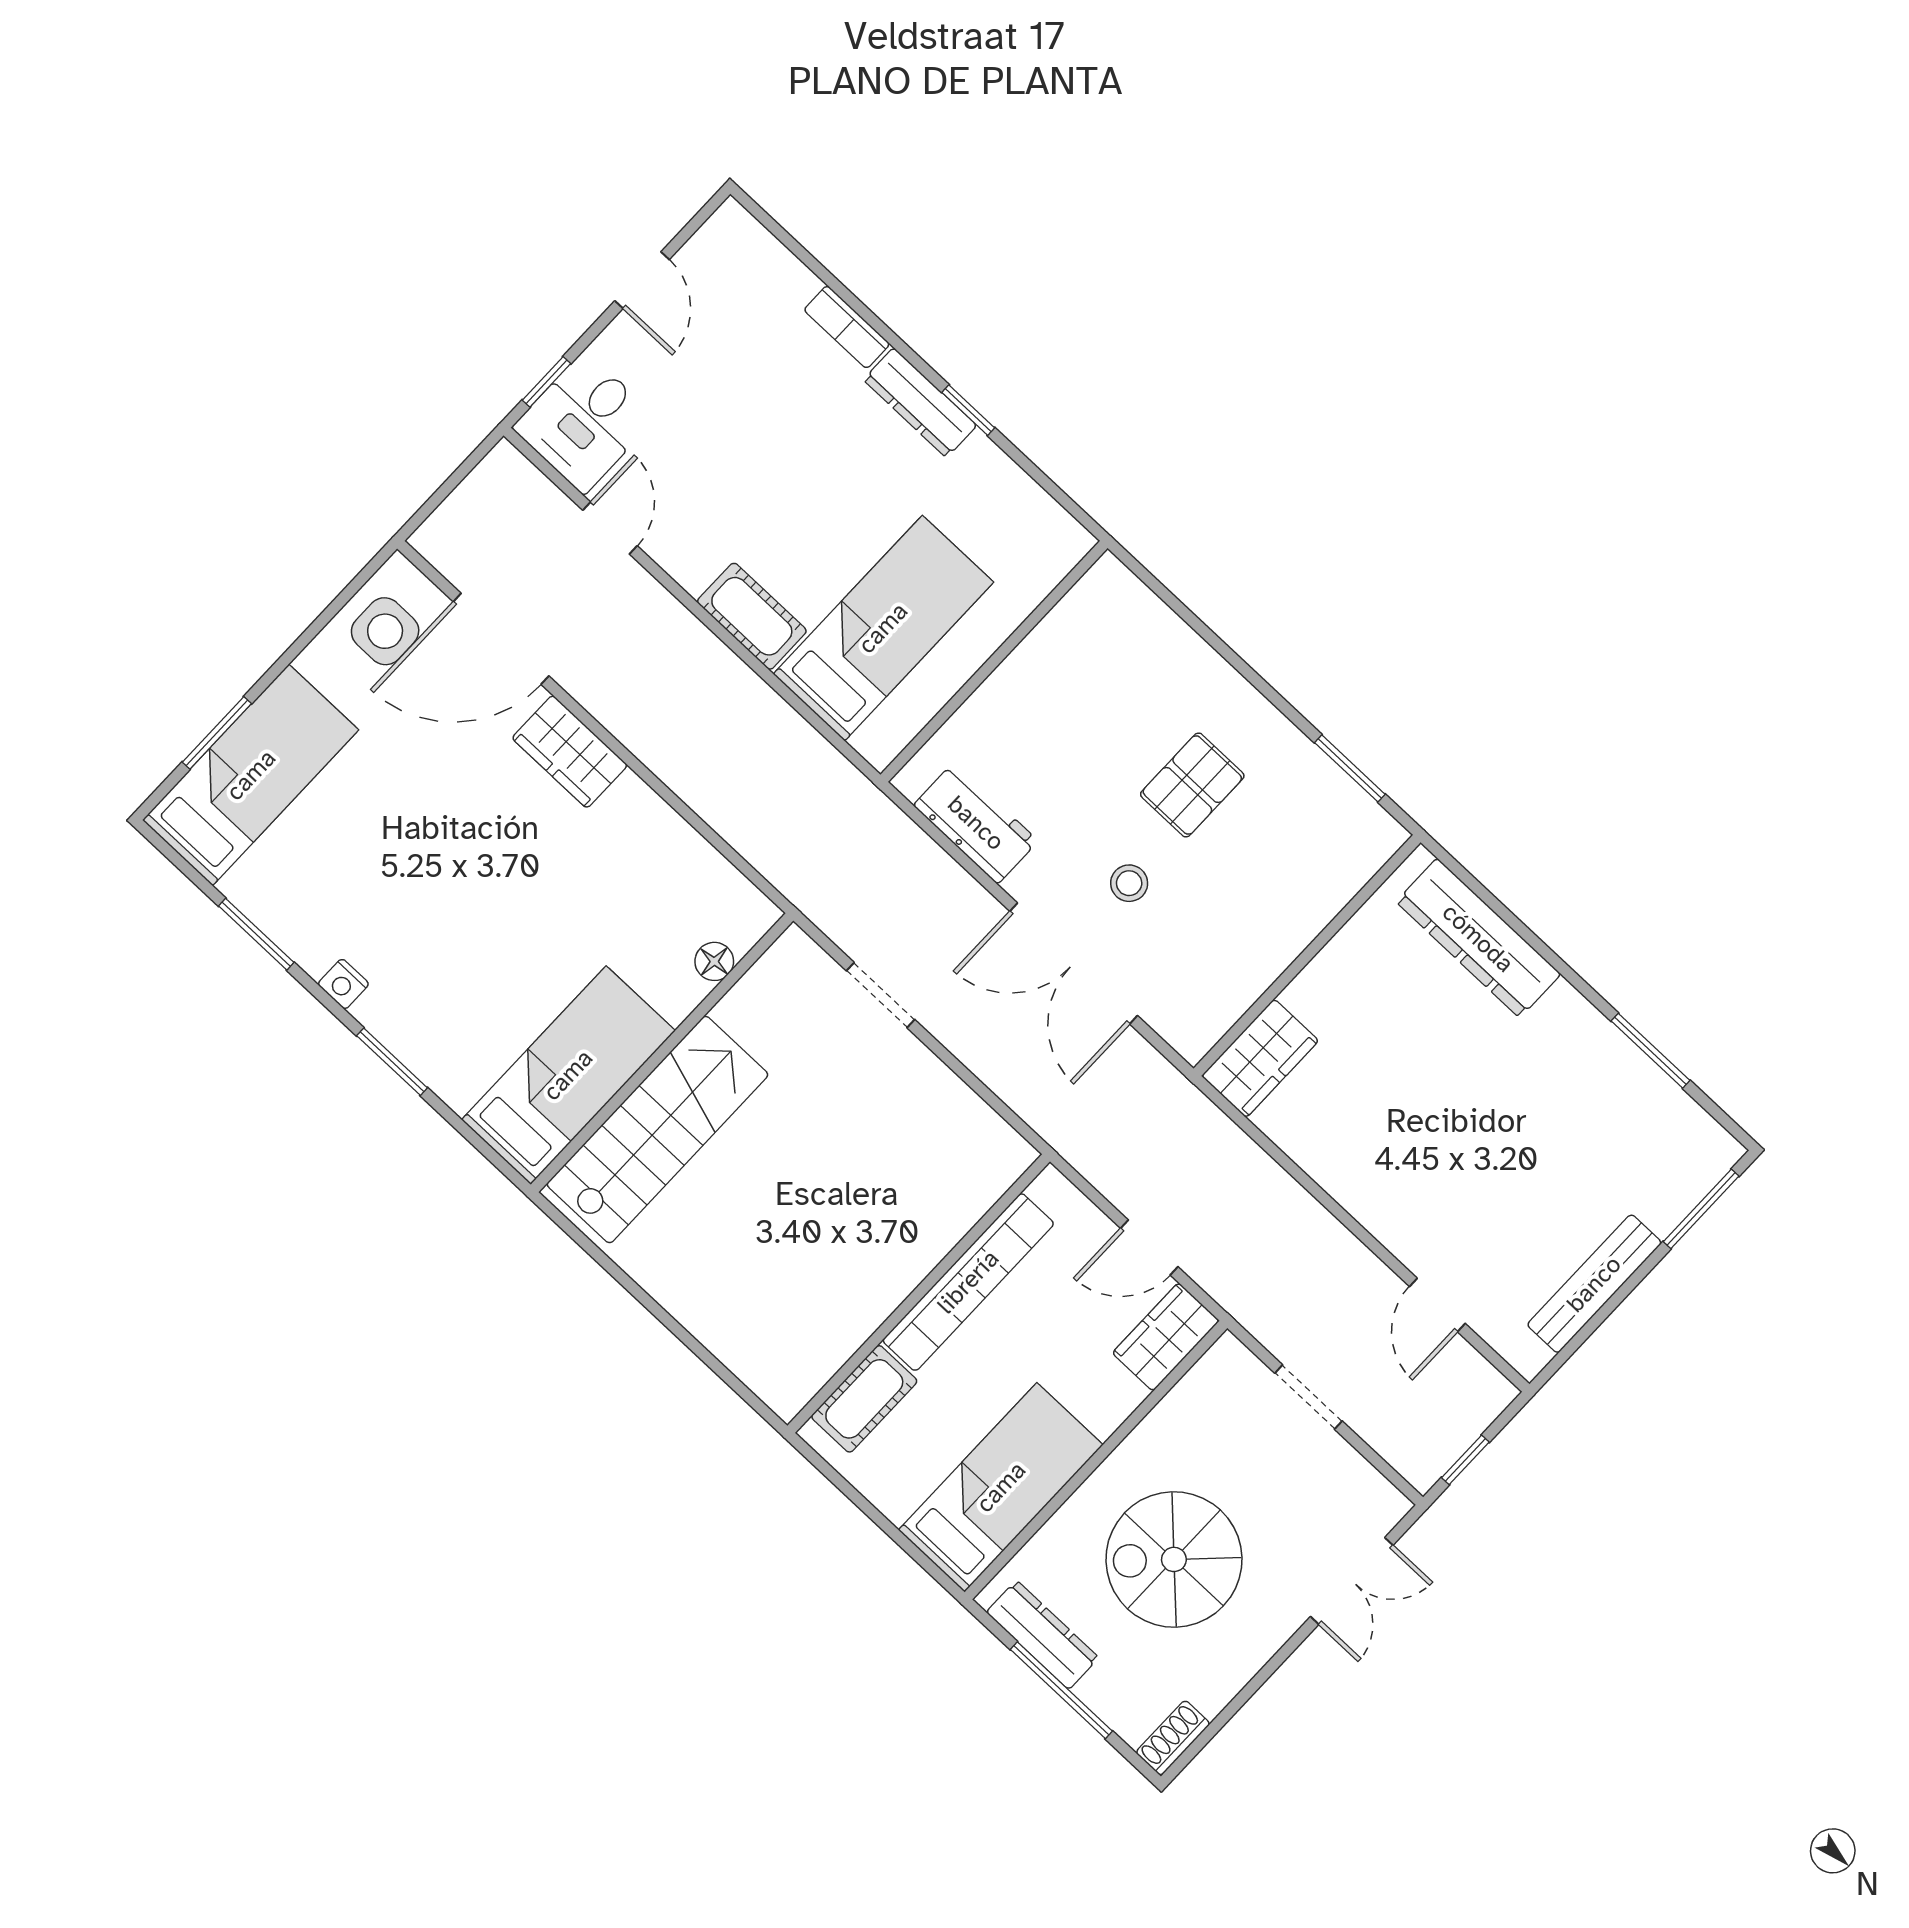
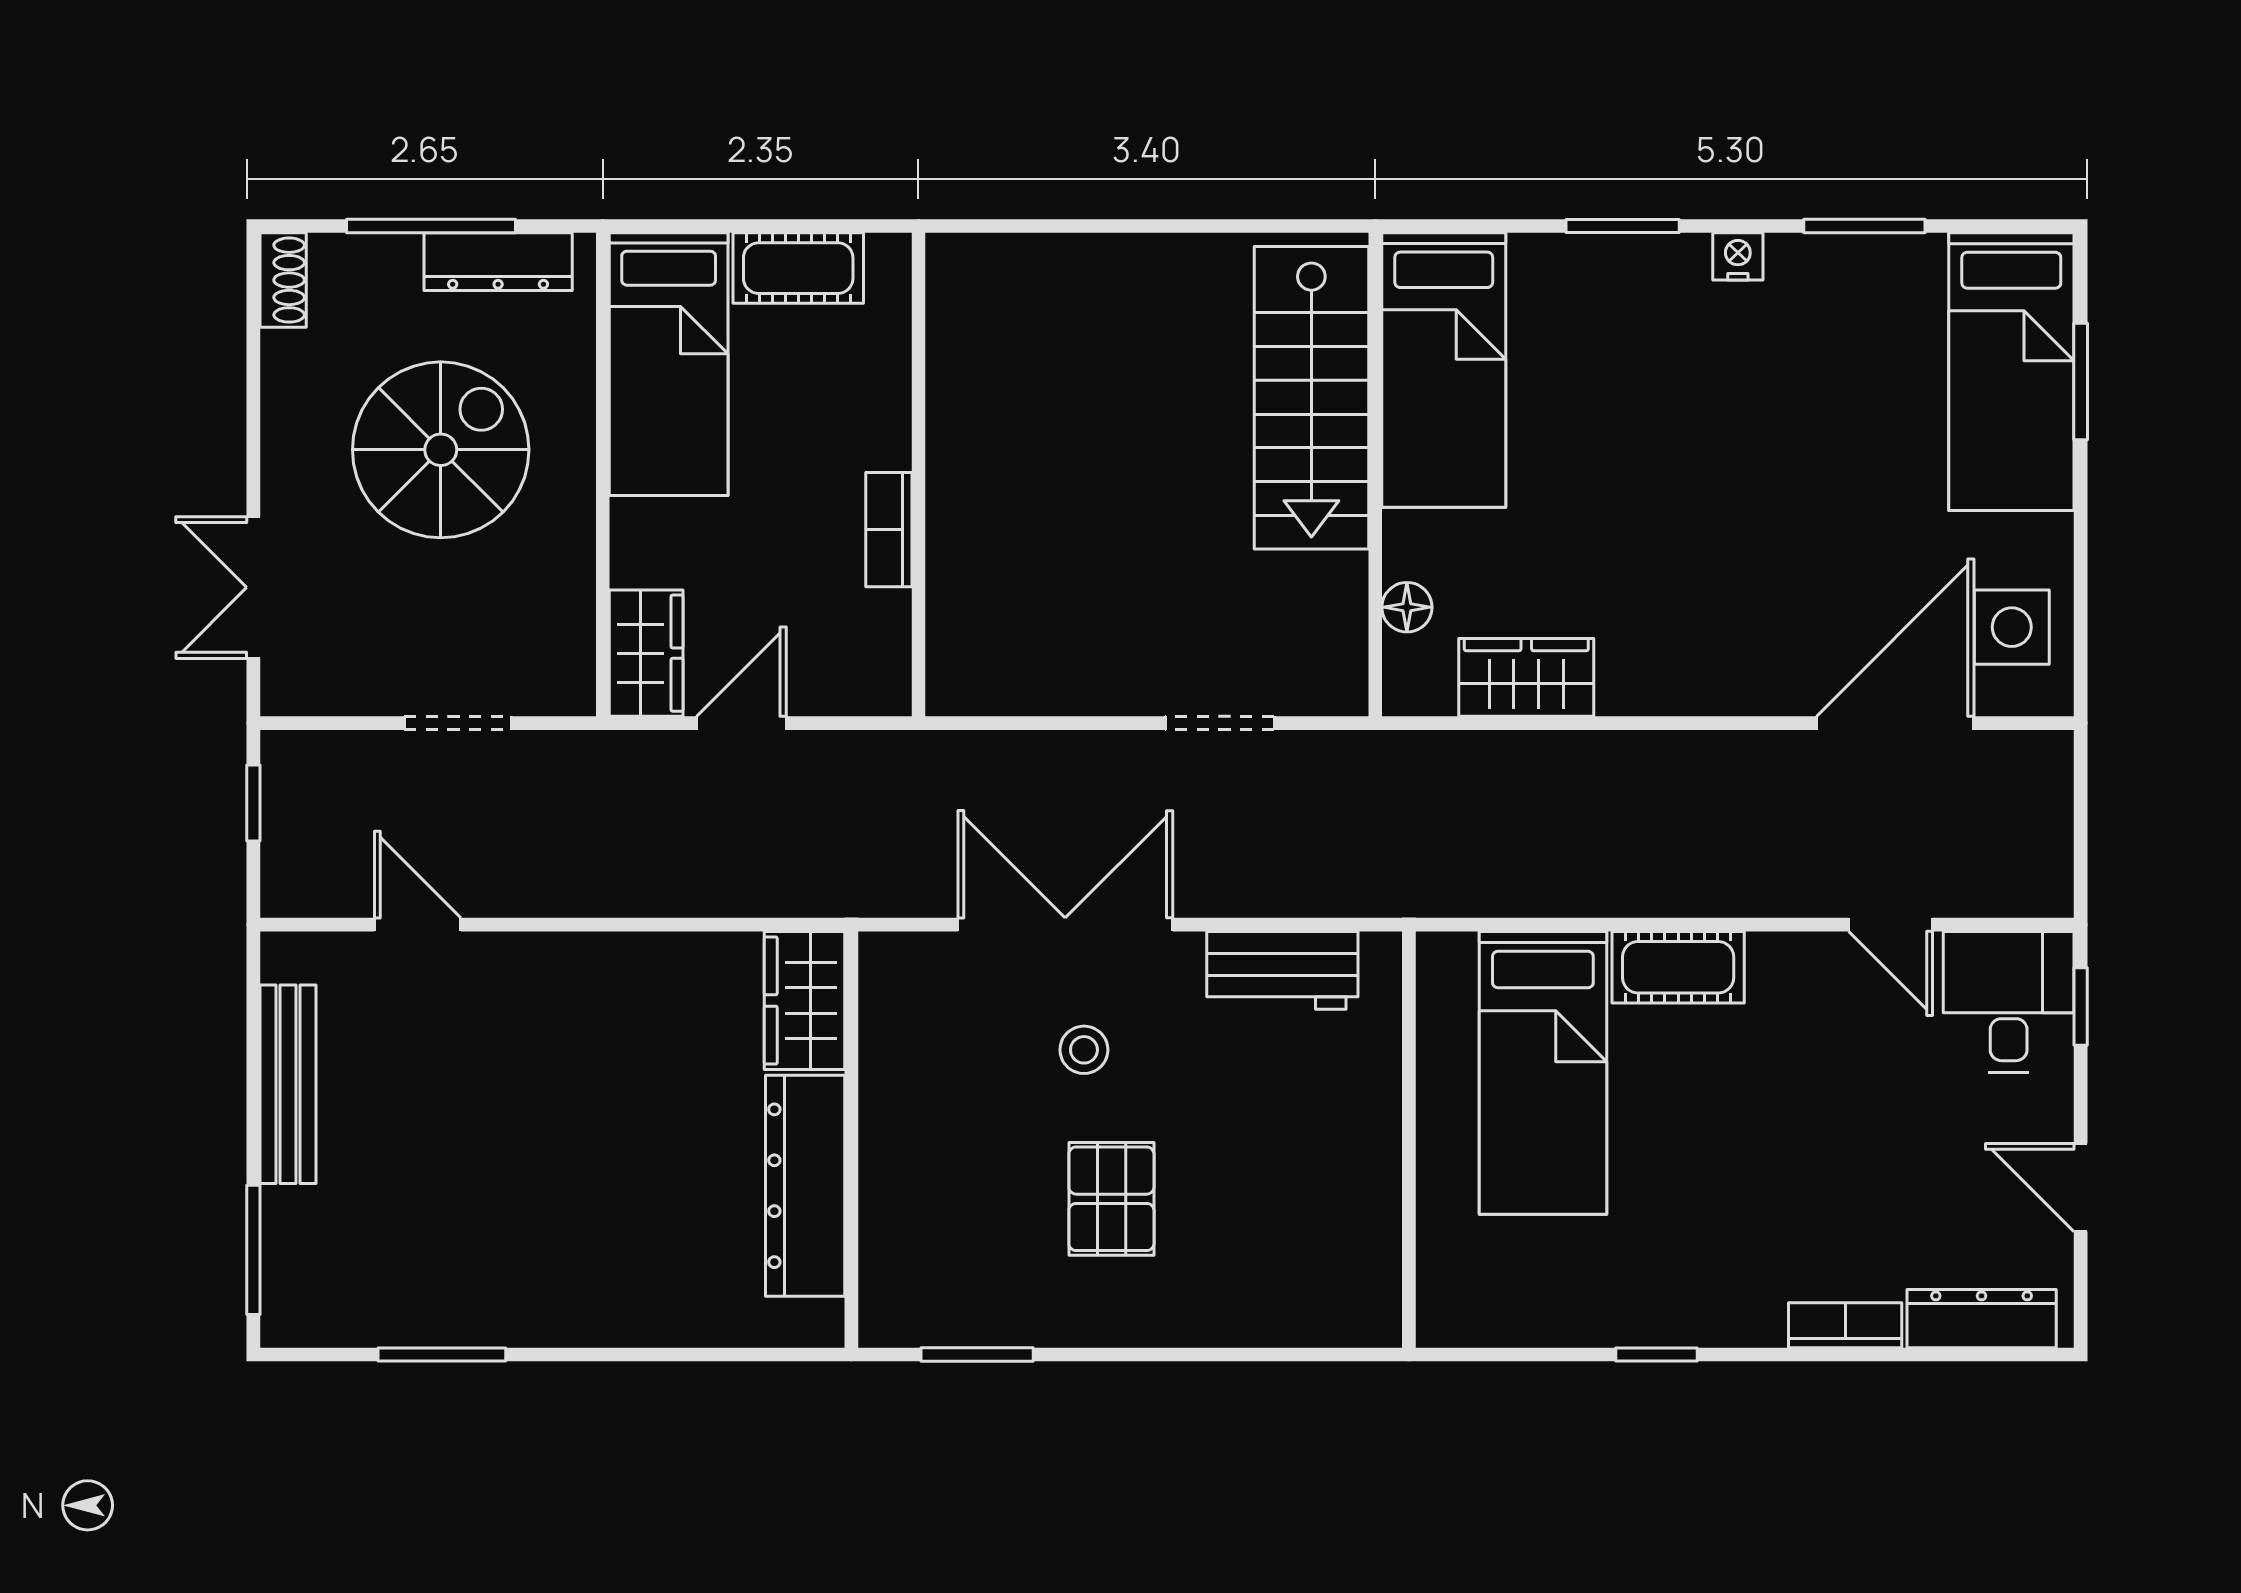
dresser: (920, 403) -> (1982, 1319), moved
wardrobe: (570, 752) -> (1526, 677), moved
dresser: (1478, 938) -> (805, 1186), moved, turned -90
bookcase: (968, 1282) -> (889, 530), width x0.43, depth x0.76
cot: (864, 1399) -> (798, 268), moved, turned 90

